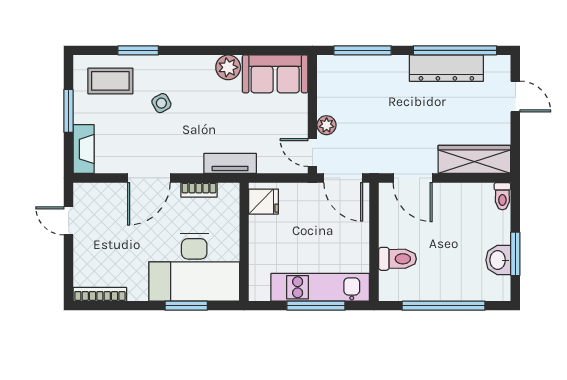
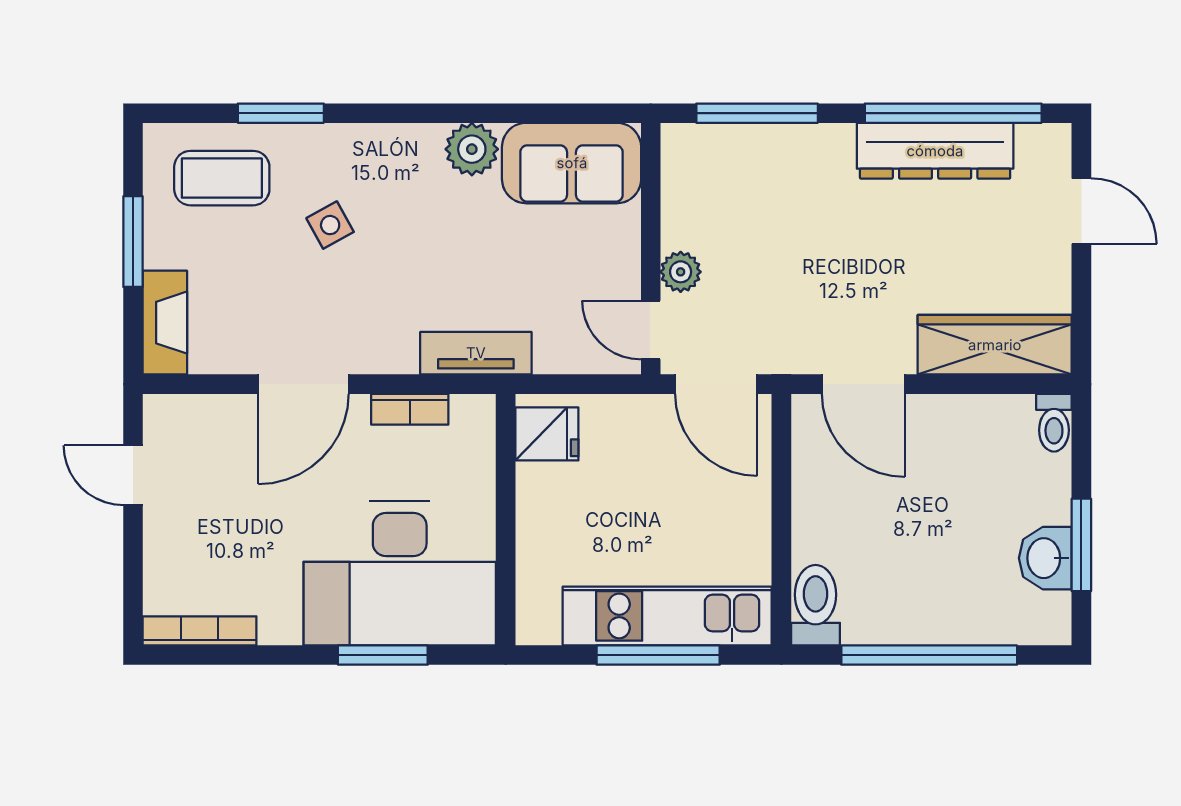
toilet: (398, 259) -> (816, 605), moved, turned -90

